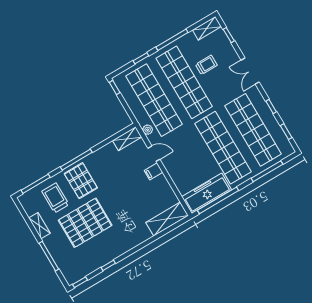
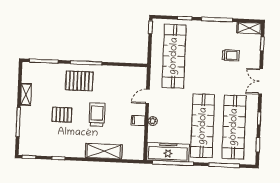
shop shelf: (184, 82) -> (205, 58), removed
plant: (148, 130) -> (153, 121), moved
shelving: (127, 139) -> (135, 72), removed
door: (154, 154) -> (148, 96), swing flipped
filing cabinet: (153, 171) -> (138, 120), moved
pallet: (81, 181) -> (79, 81), turned 90
trolley: (55, 198) -> (97, 115), moved
shelving: (167, 219) -> (104, 151), moved
pallet: (85, 223) -> (62, 115), width x0.49, depth x0.50

